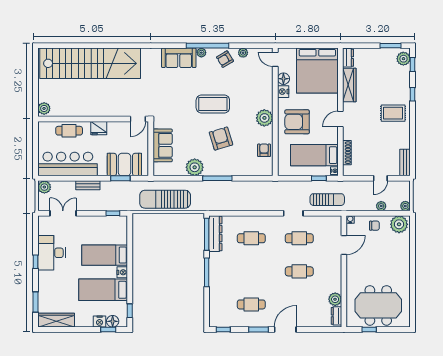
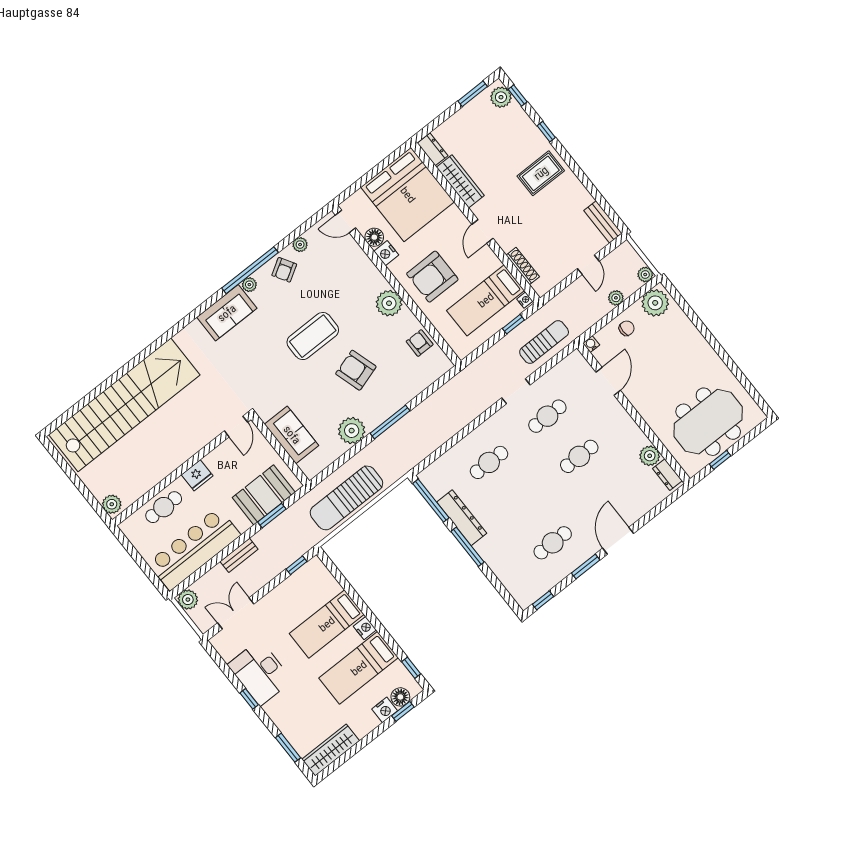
dresser: (215, 234) -> (462, 518), moved

